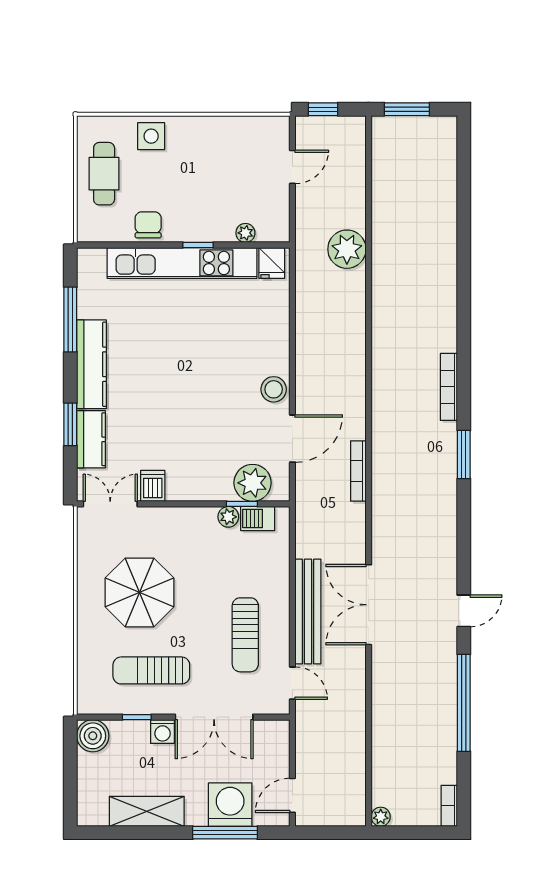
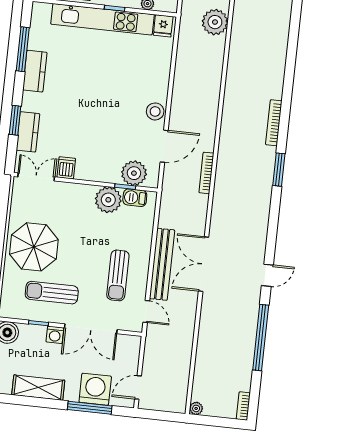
kitchen counter: (91, 364) -> (35, 71), width x0.67
plant: (228, 517) -> (108, 200), width x1.88, depth x1.88
parasol: (139, 592) -> (34, 247), moved

